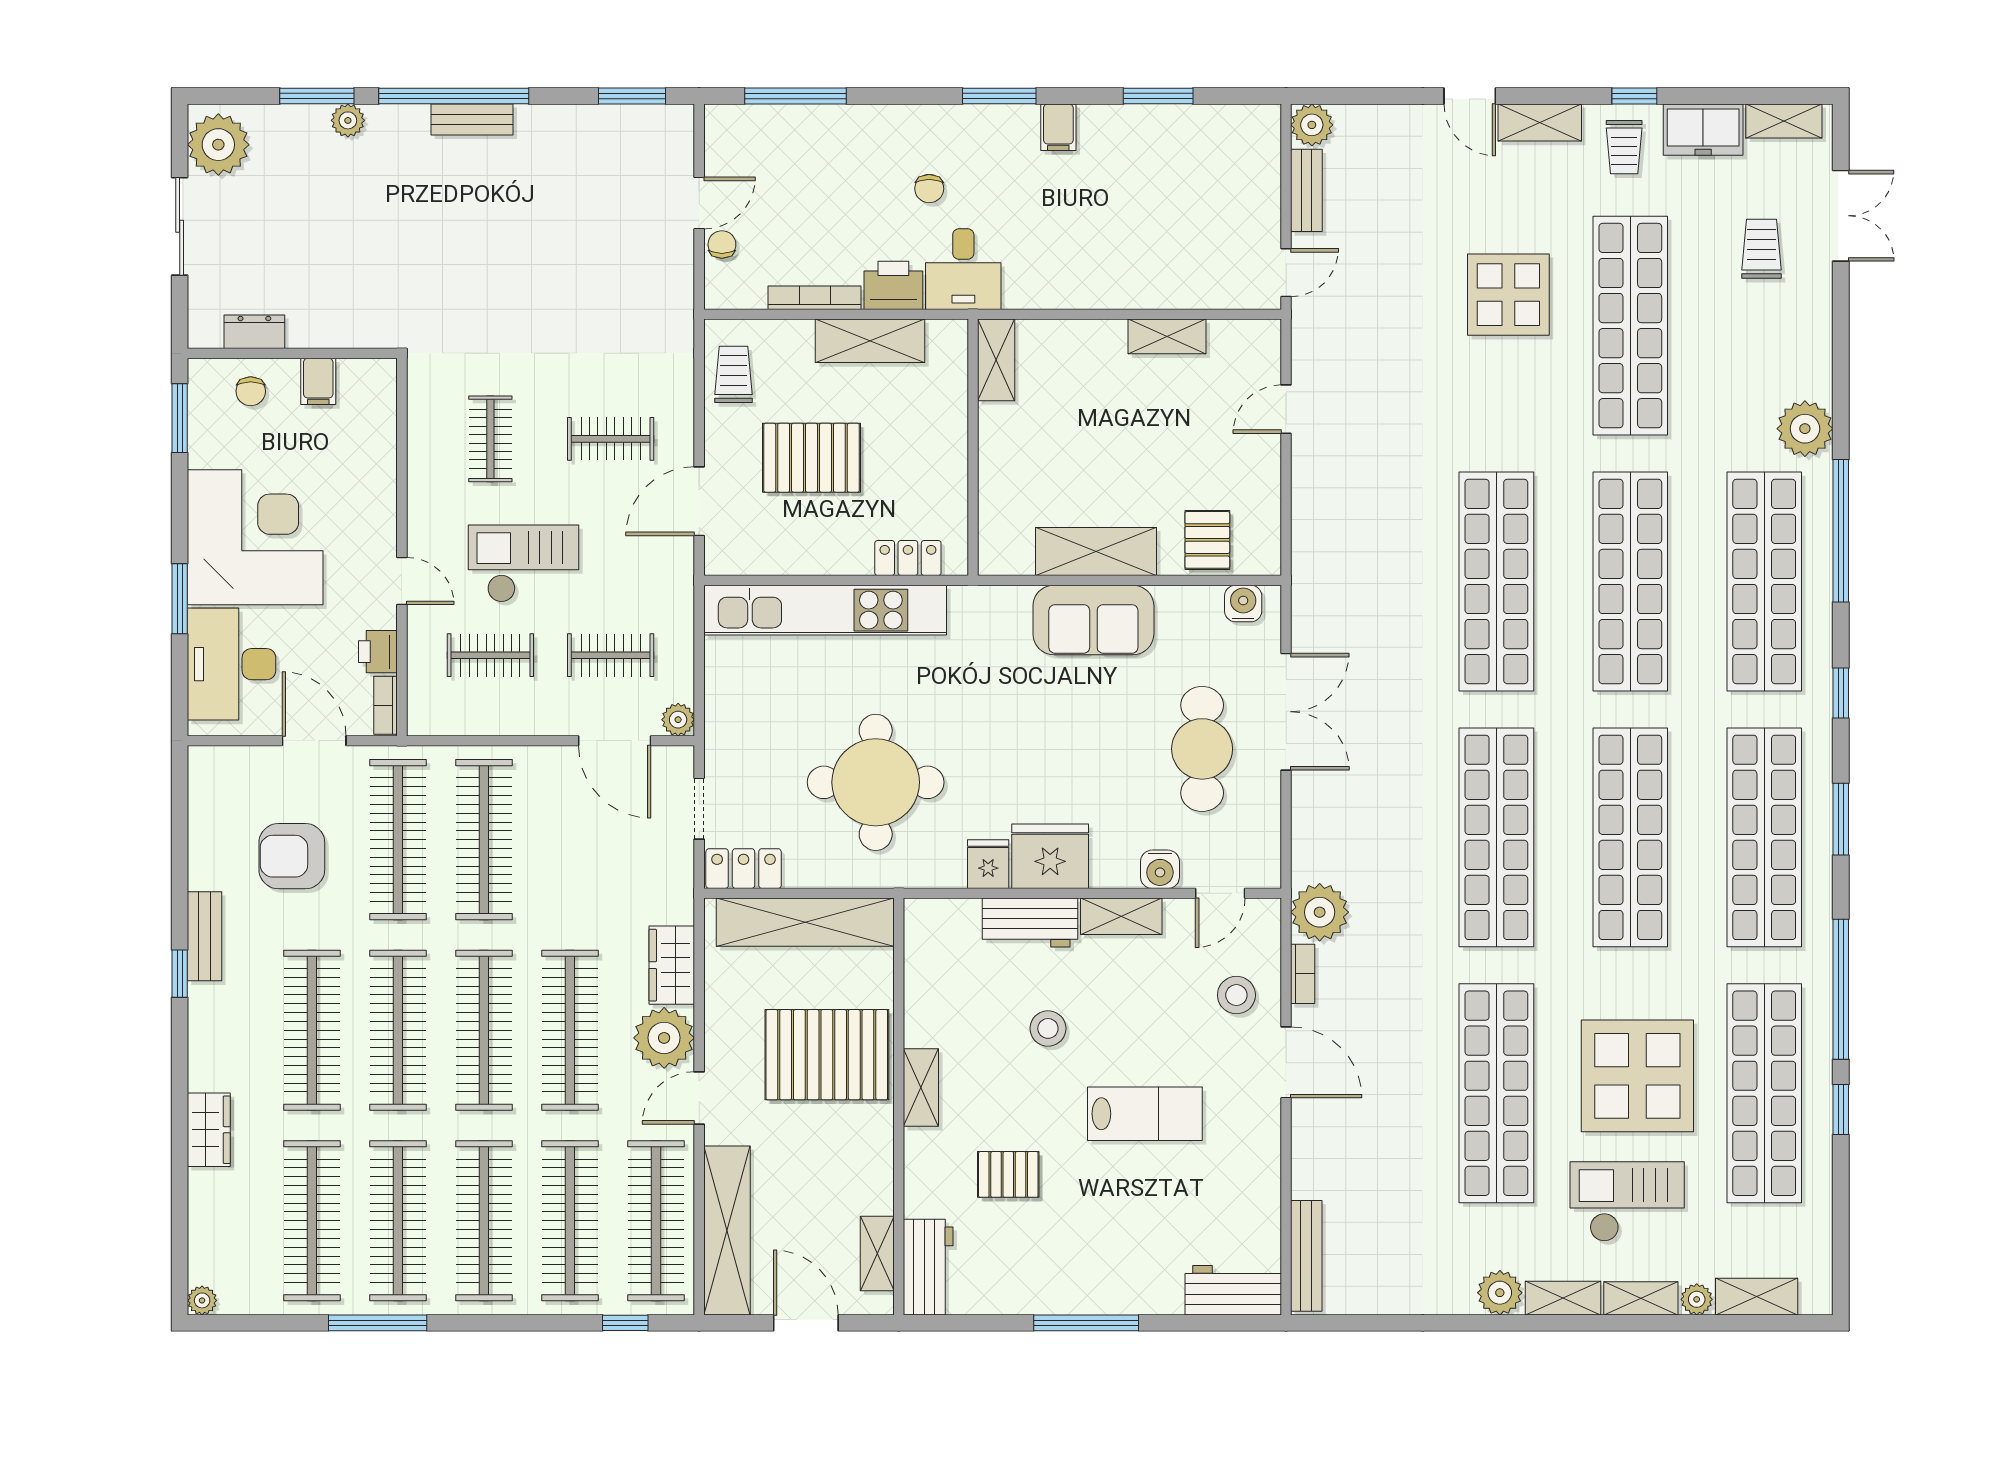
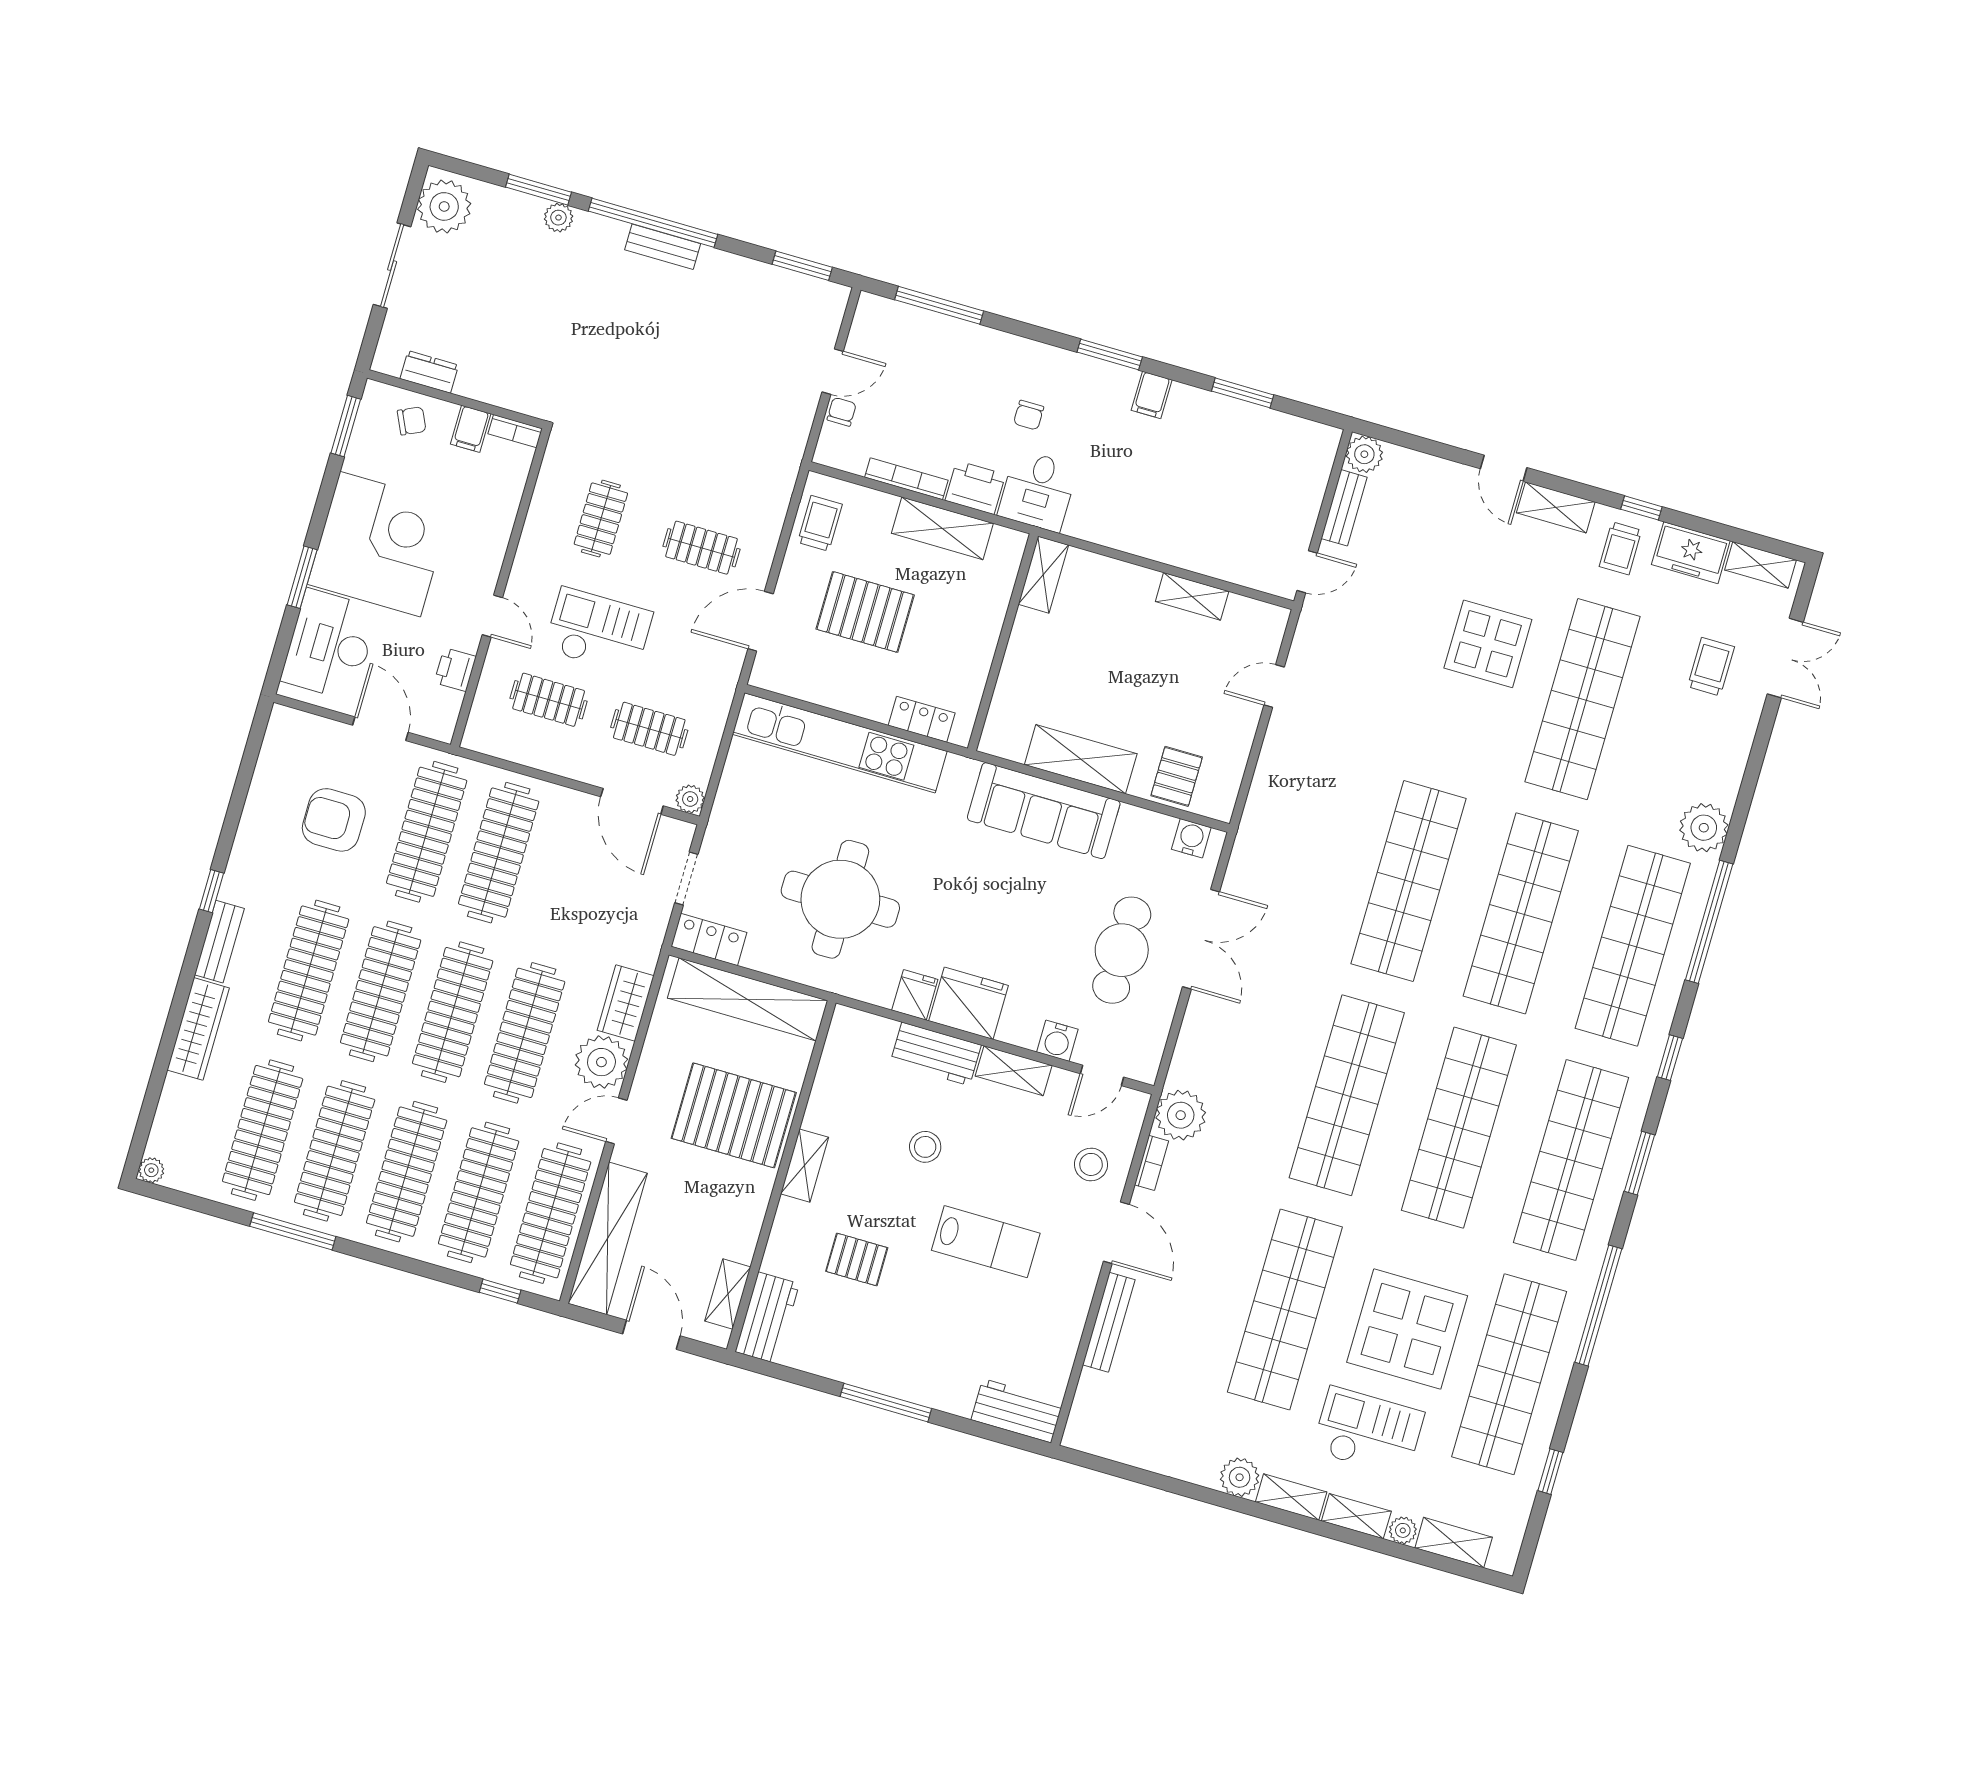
chair: (251, 391) -> (412, 421), turned -115
sofa: (1093, 620) -> (1044, 811), width x1.36
bookcase: (386, 705) -> (515, 431), moved, turned -90
bench: (204, 936) -> (219, 942), moved
window: (1841, 1109) -> (1550, 1472), moved
wardrobe: (209, 1130) -> (198, 1029), width x1.50
bench: (1306, 1256) -> (1109, 1322), moved

